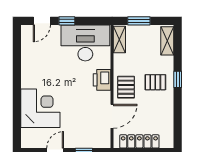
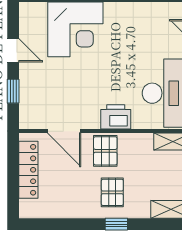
pallet: (126, 87) -> (105, 151), turned 90

